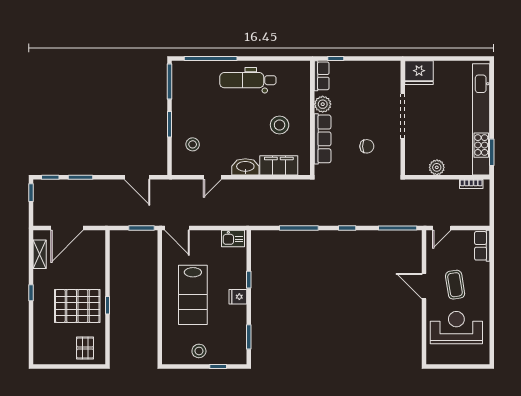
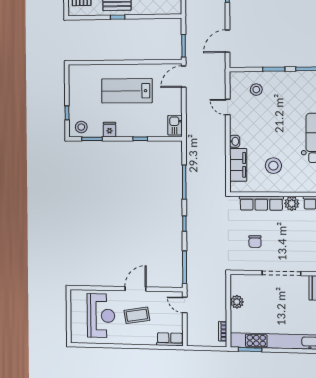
washbasin: (245, 167) -> (235, 141), width x0.52, depth x0.69
fridge: (238, 297) -> (109, 130), moved
stool: (199, 351) -> (81, 127), moved

